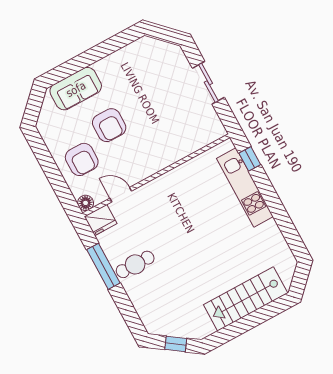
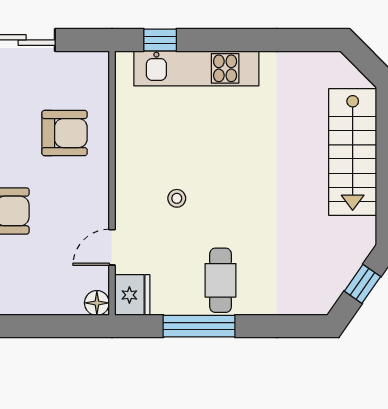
armchair: (82, 159) -> (65, 133), moved
stool: (167, 216) -> (177, 198), added

